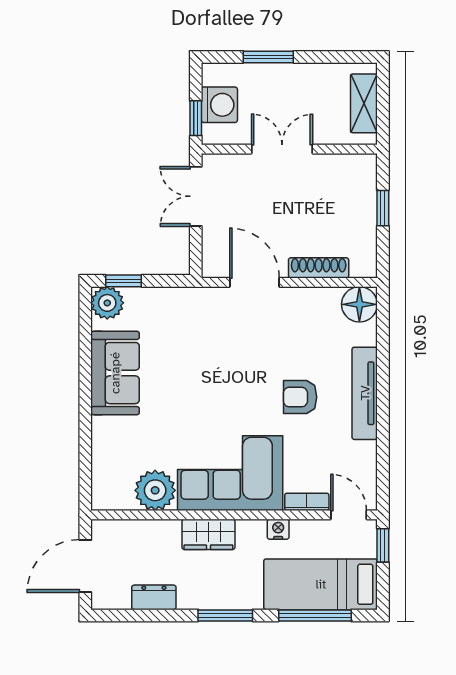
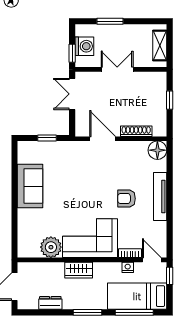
window: (124, 281) -> (47, 138), moved
plant: (107, 303) -> (26, 149), removed
nightstand: (278, 529) -> (128, 267), moved

